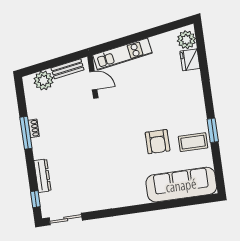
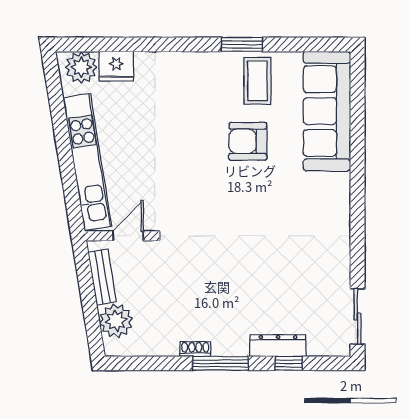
kitchen unit: (122, 54) -> (87, 162), width x1.36
window: (26, 133) -> (220, 363), moved
armchair: (158, 142) -> (248, 141), turned 180
window: (35, 199) -> (289, 363), moved

